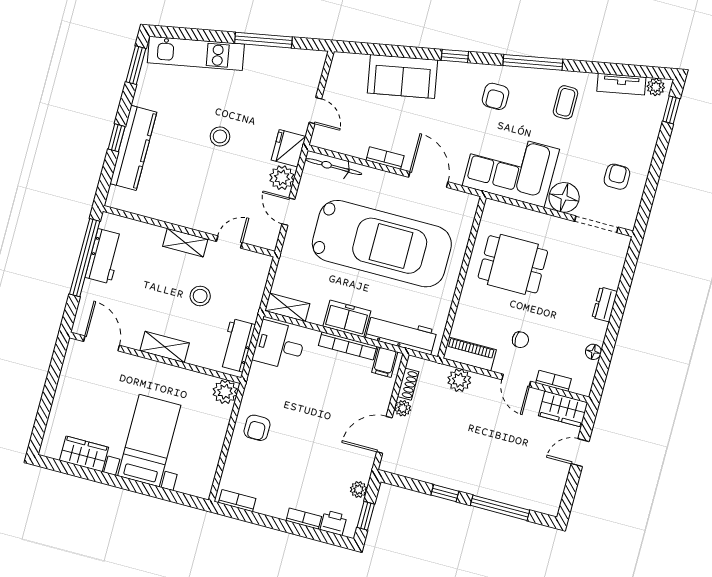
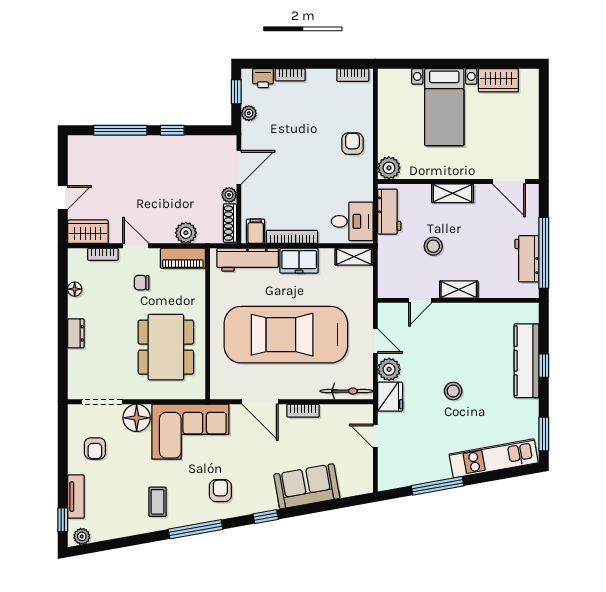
tv unit: (621, 84) -> (76, 497), moved, turned 100
dining table: (513, 264) -> (166, 347), width x1.38
shoe rack: (408, 384) -> (230, 223), width x1.43

